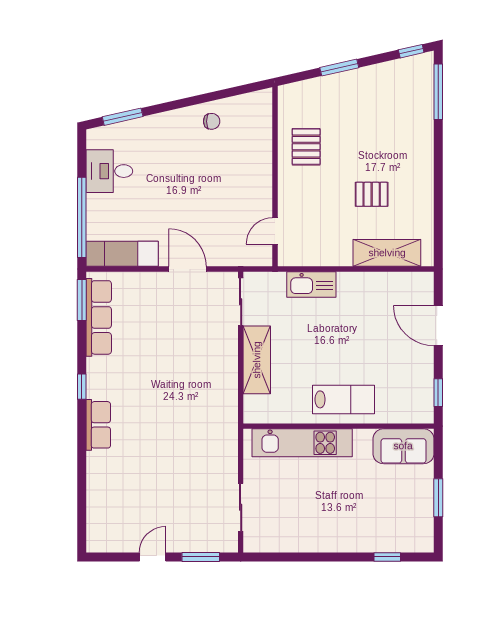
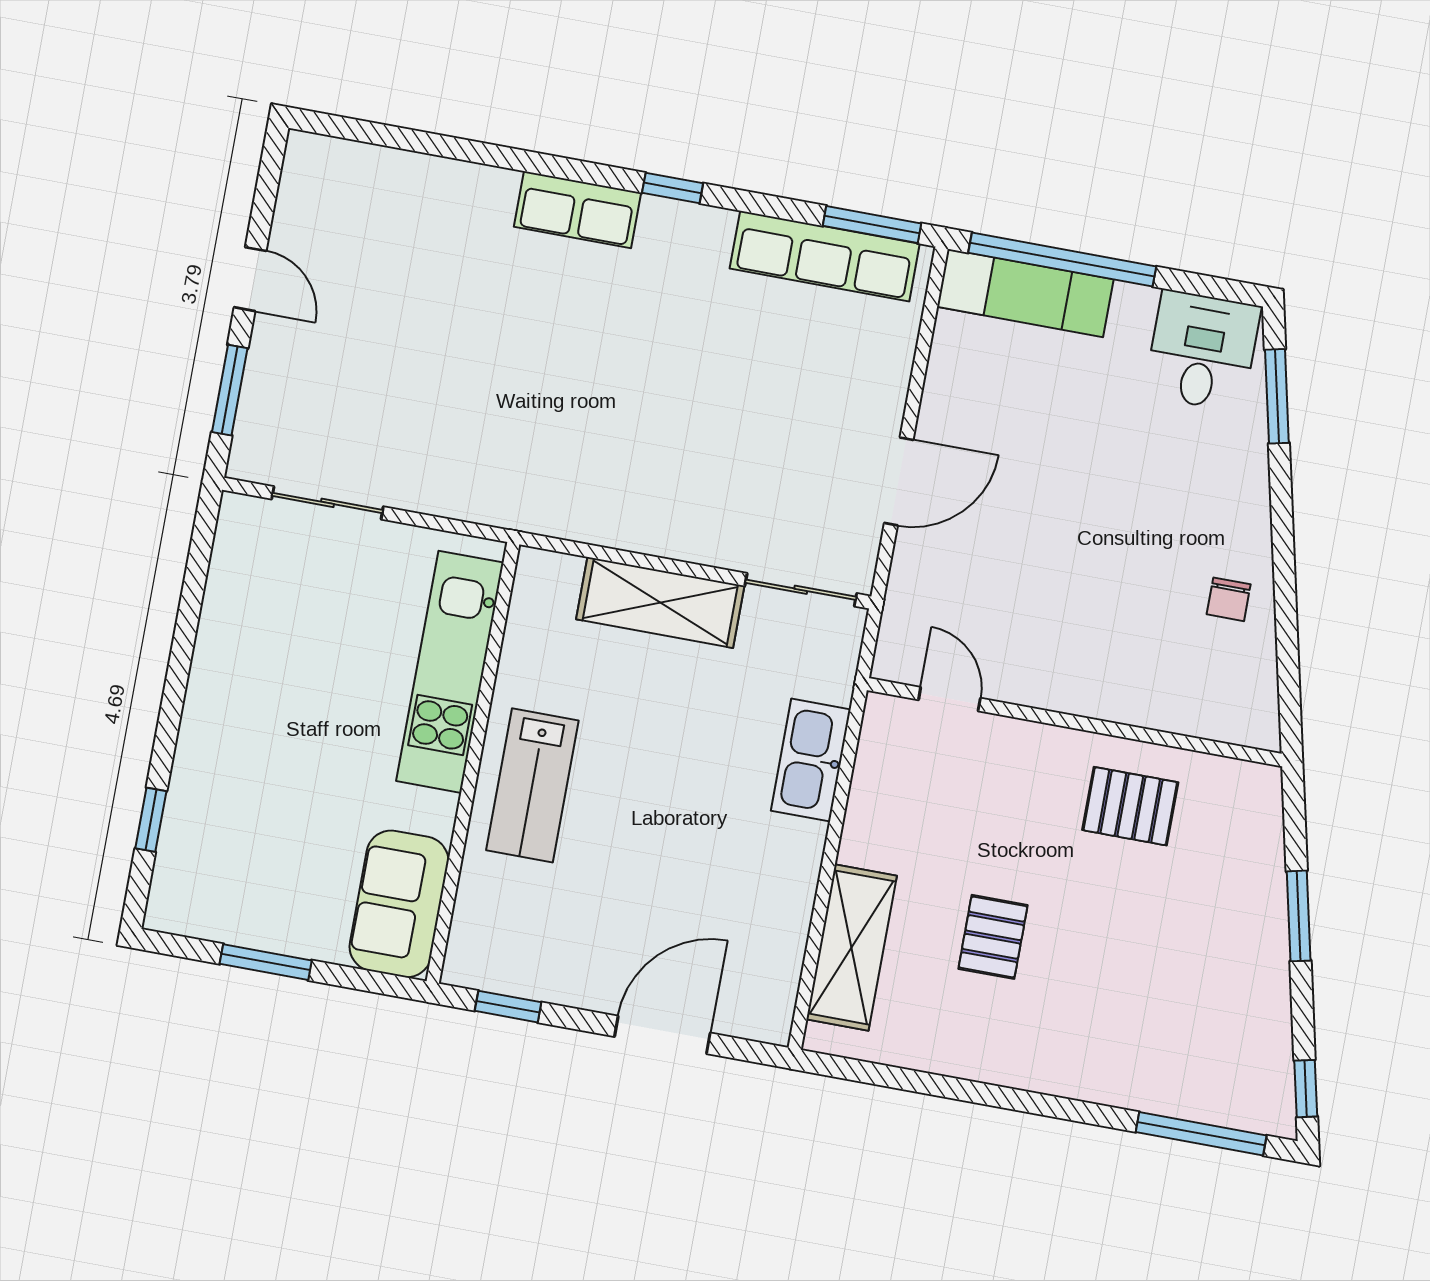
desk: (109, 171) -> (1202, 351), moved
exam couch: (122, 254) -> (1025, 293), moved, turned 90

